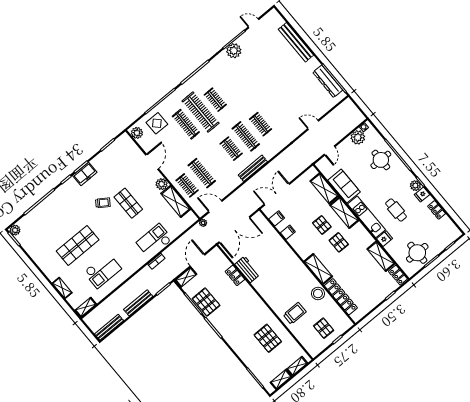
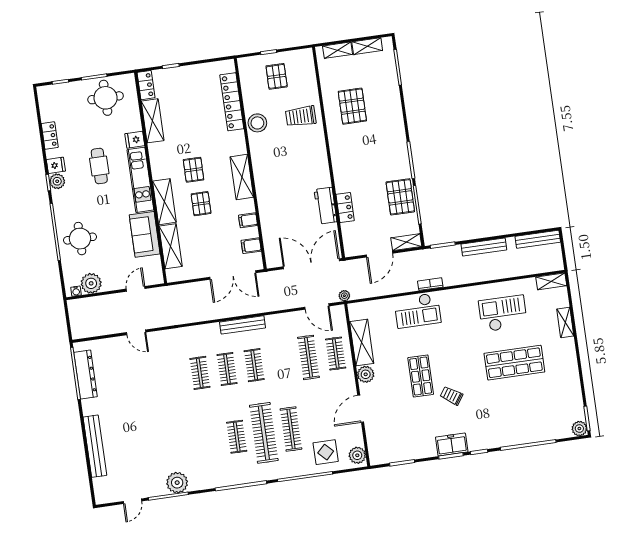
door: (253, 23) -> (132, 501), hinge flipped
clothes rail: (246, 136) -> (227, 369), width x0.73
shelving: (318, 269) -> (242, 177), moved

